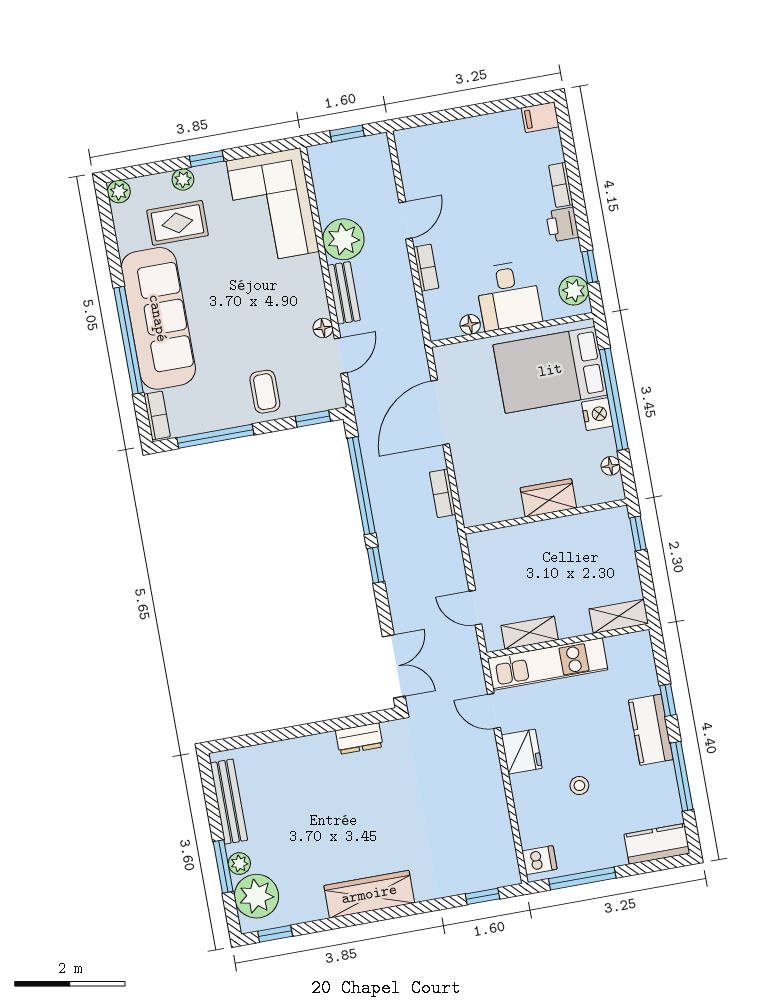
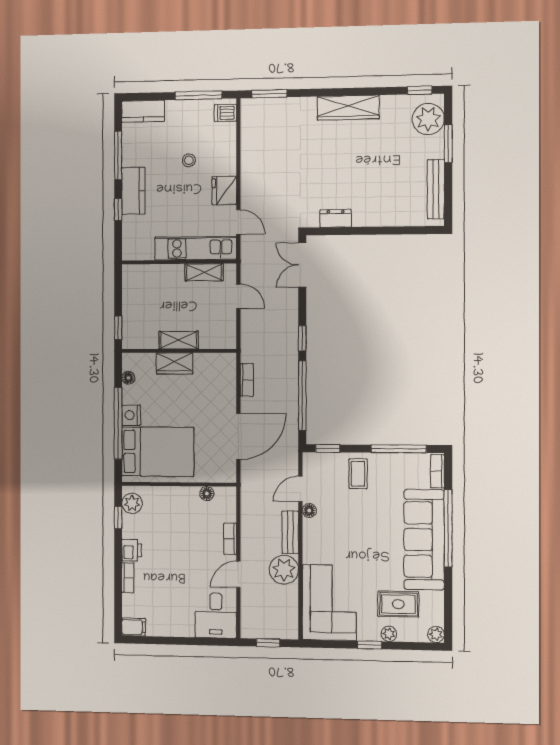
desk: (508, 295) -> (216, 615), moved, turned 180
shelving: (619, 616) -> (179, 340), moved
plant: (239, 864) -> (436, 144), removed
window: (483, 896) -> (269, 94), width x1.50

